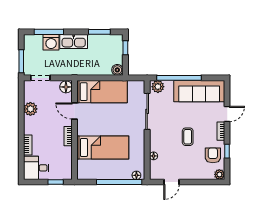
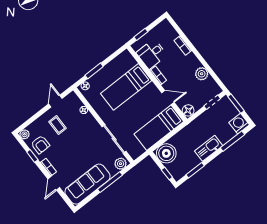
washing machine: (51, 42) -> (239, 124), moved
boiler: (117, 70) -> (166, 153), width x1.86, depth x1.86
window: (179, 78) -> (110, 182), width x0.68
coffee table: (188, 137) -> (58, 125), moved
desk: (36, 168) -> (152, 54), moved, turned 180
window: (119, 182) -> (94, 71), width x0.47

